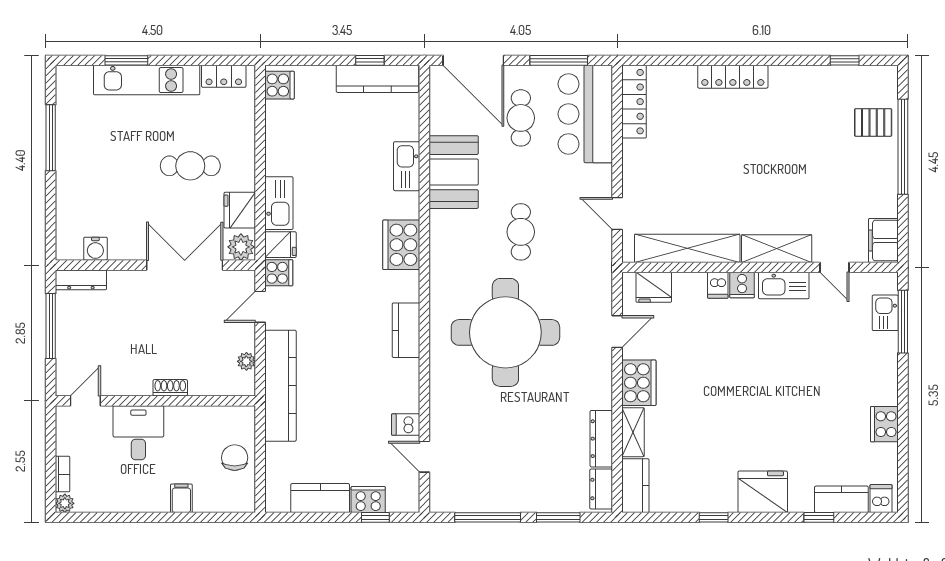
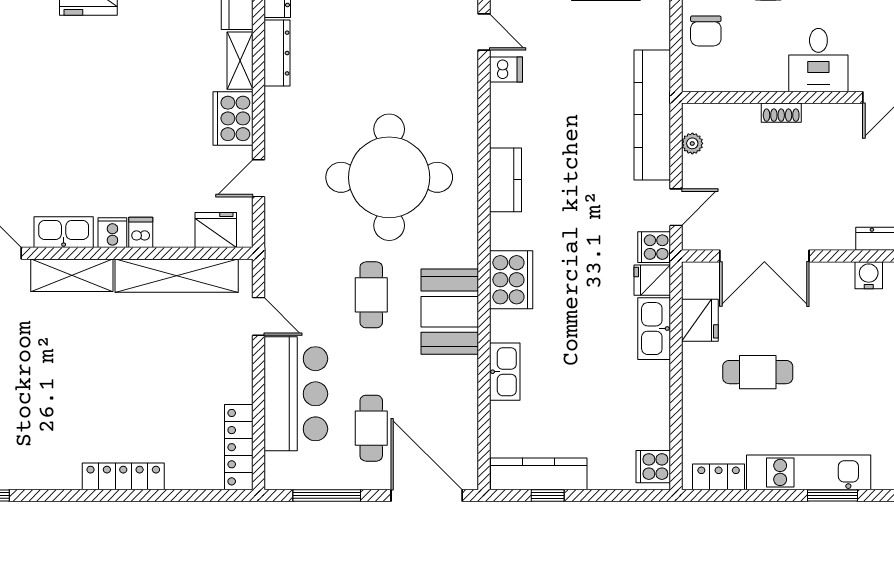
bar counter: (585, 114) -> (296, 394), moved
booth: (454, 172) -> (450, 312), moved
plant: (241, 247) -> (698, 277), removed

